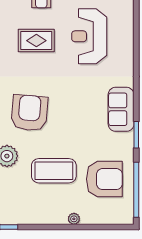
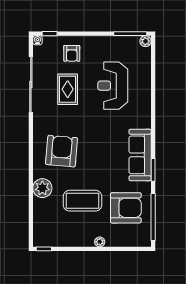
rug: (36, 41) -> (68, 89), turned 90
sofa: (121, 109) -> (140, 155), width x1.36

